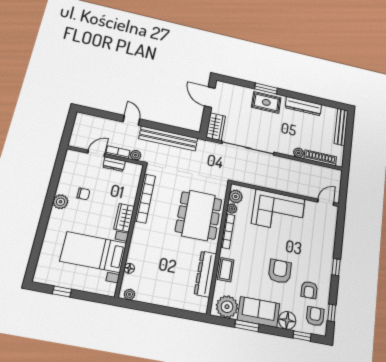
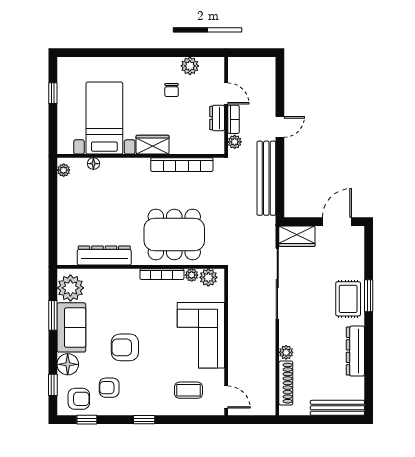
plant: (61, 202) -> (190, 66), moved
coffee table: (226, 270) -> (188, 390), moved
armchair: (280, 271) -> (125, 347), turned 180

